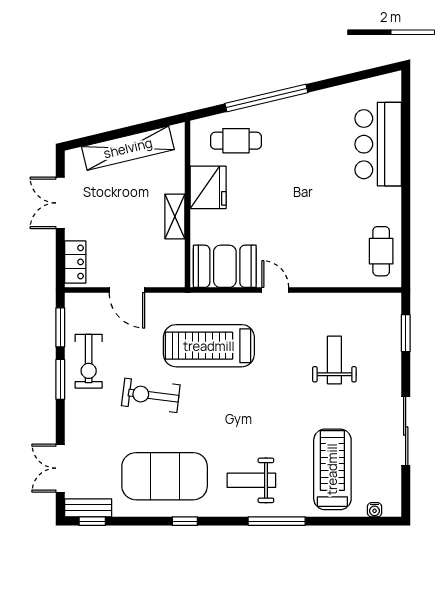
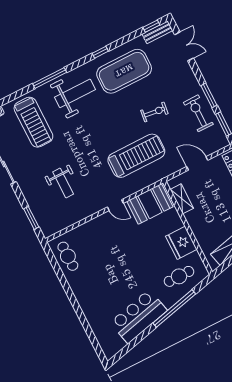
bar counter: (378, 144) -> (139, 316), moved, turned -103
shelving: (175, 216) -> (182, 199), moved
exercise bike: (151, 395) -> (154, 112), width x0.73, depth x0.72
weight bench: (251, 480) -> (75, 93), width x1.36, depth x1.33

